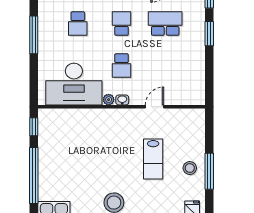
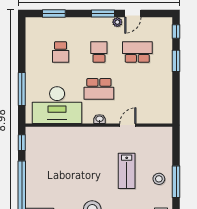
window: (34, 35) -> (22, 89), moved
school desk: (122, 66) -> (99, 89), width x1.85
plant: (109, 100) -> (88, 119), removed

